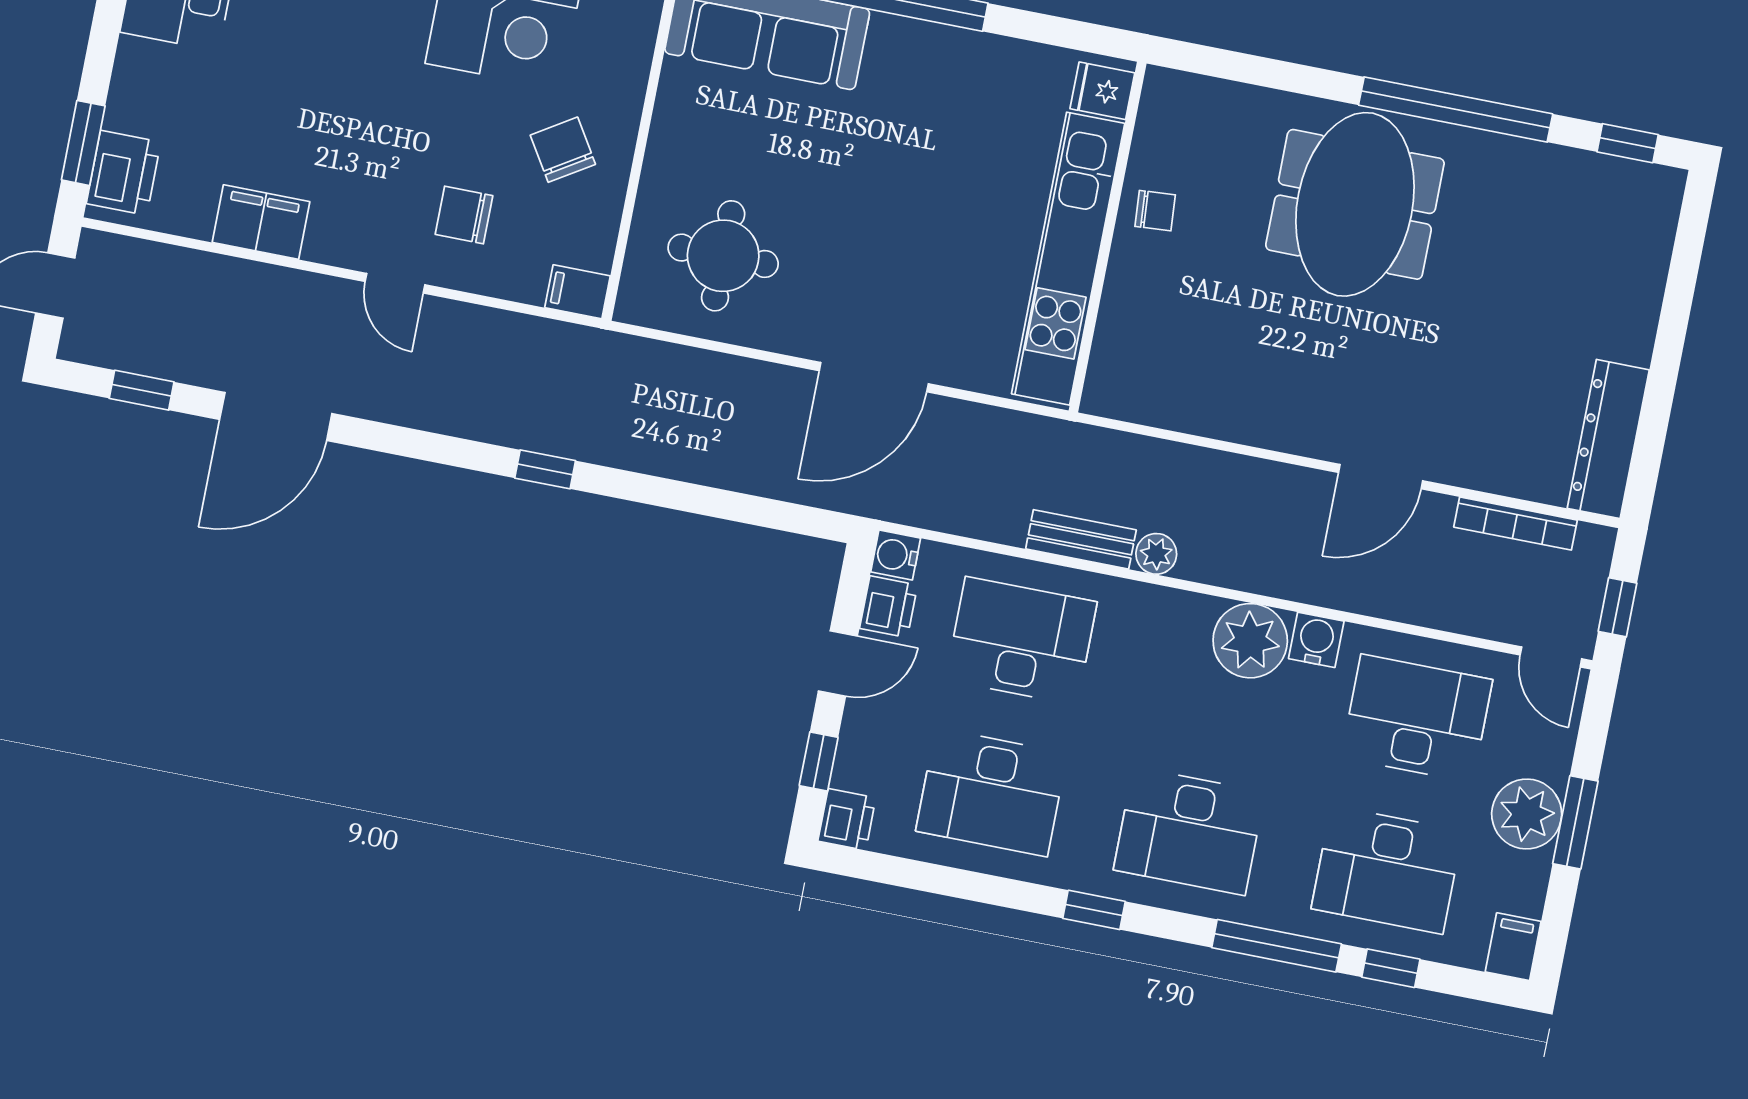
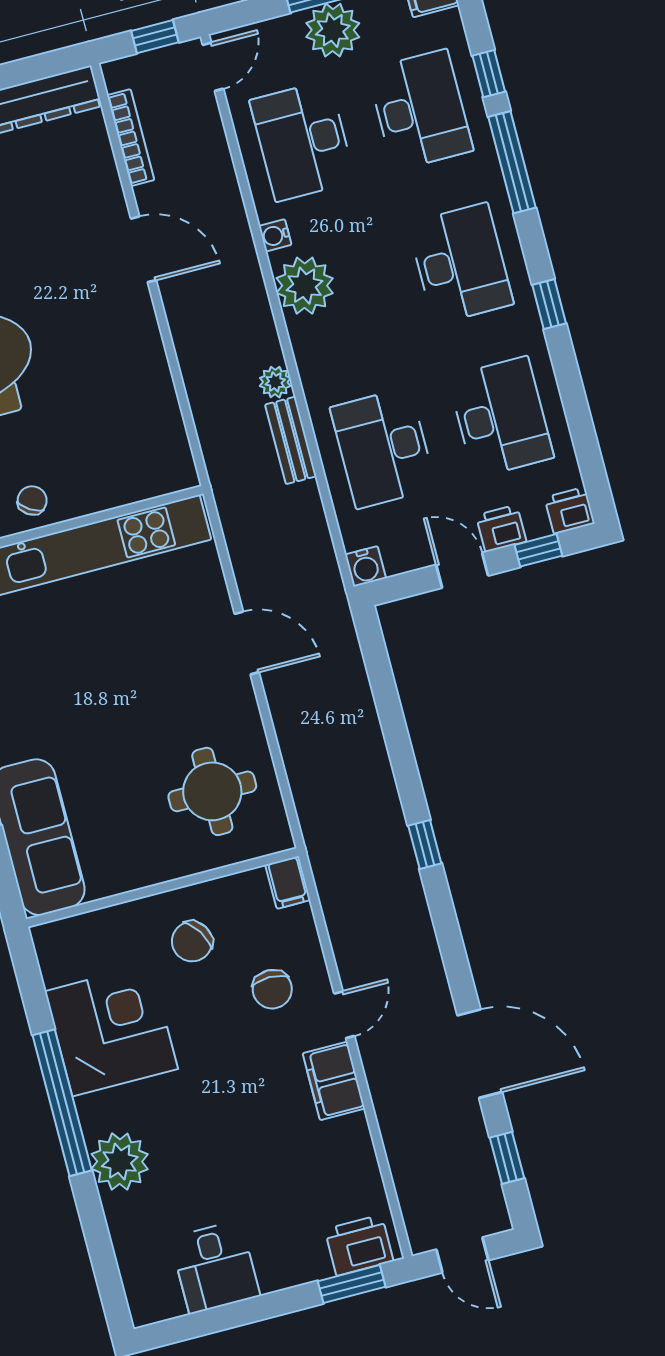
chair: (1155, 211) -> (32, 500), turned 36
filing cabinet: (261, 222) -> (334, 1081), moved
door: (874, 377) -> (247, 643), width x0.73
printer: (889, 607) -> (501, 528), moved
water cooler: (1316, 640) -> (275, 235), width x0.72, depth x0.72

